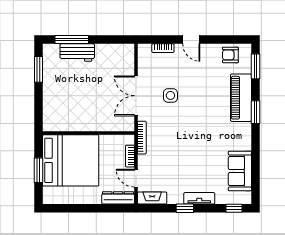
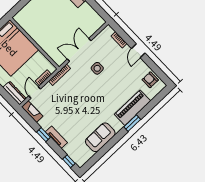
window: (255, 66) -> (157, 99), removed
sofa: (240, 171) -> (100, 137), moved

